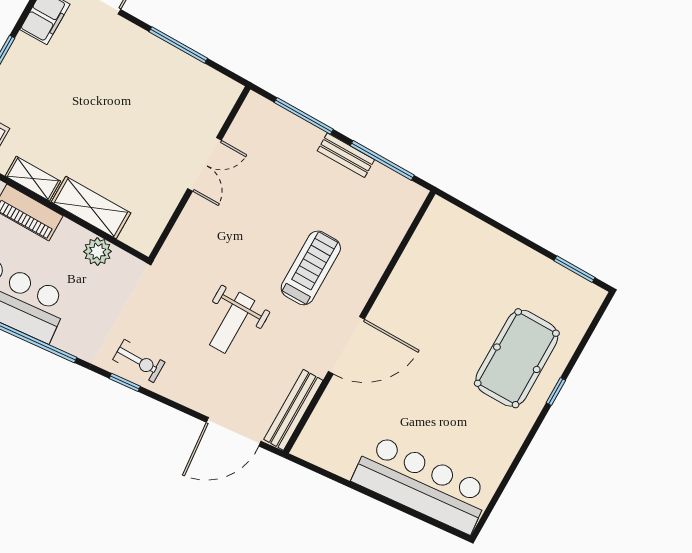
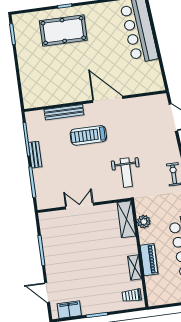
shelving: (91, 207) -> (126, 219), moved
weight bench: (232, 323) -> (126, 173), moved, turned 90
bench: (293, 410) -> (64, 112), moved

